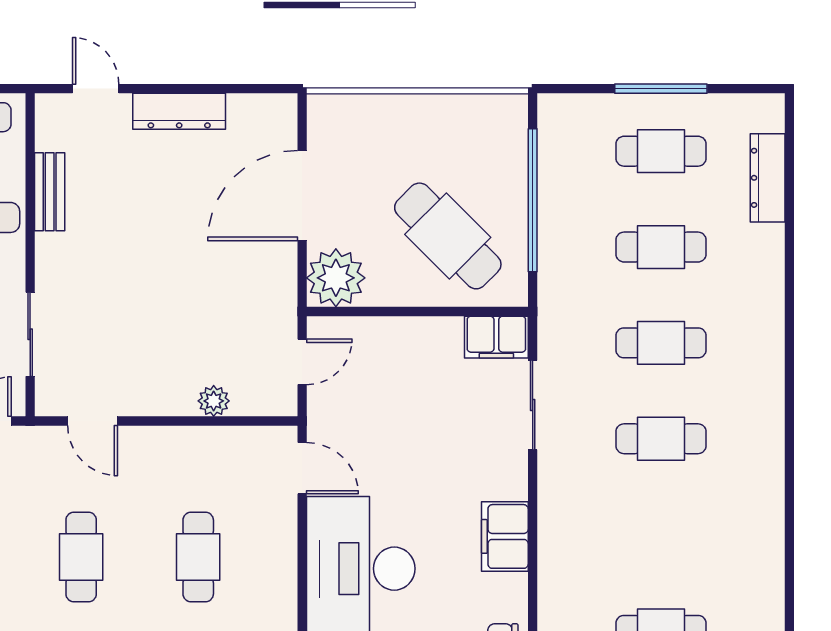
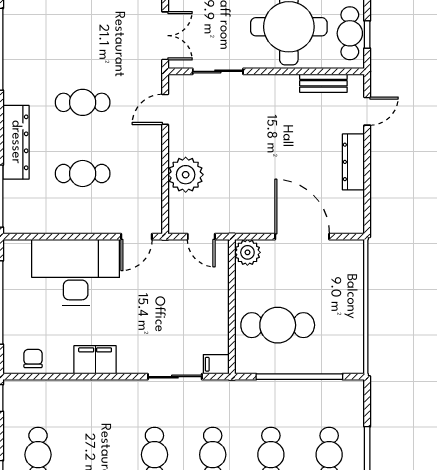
bench: (50, 192) -> (323, 83), moved
cafe table: (448, 236) -> (278, 325), turned 45
plant: (336, 278) -> (247, 252), width x0.73, depth x0.73
filing cabinet: (496, 337) -> (216, 364), width x0.50
plant: (214, 401) -> (186, 175), width x1.88, depth x1.88

